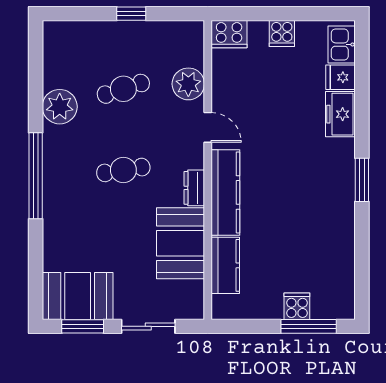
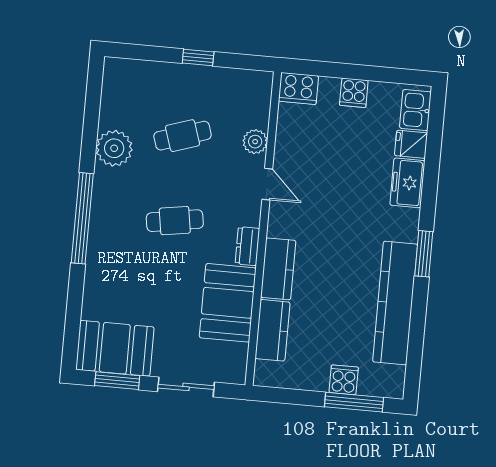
plant: (188, 84) -> (255, 142), width x0.73, depth x0.73
kitchen counter: (225, 192) -> (278, 269), width x0.67
kitchen counter: (339, 229) -> (395, 303), added

